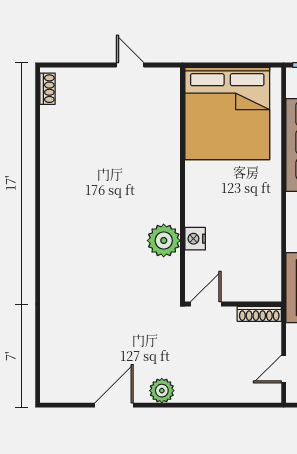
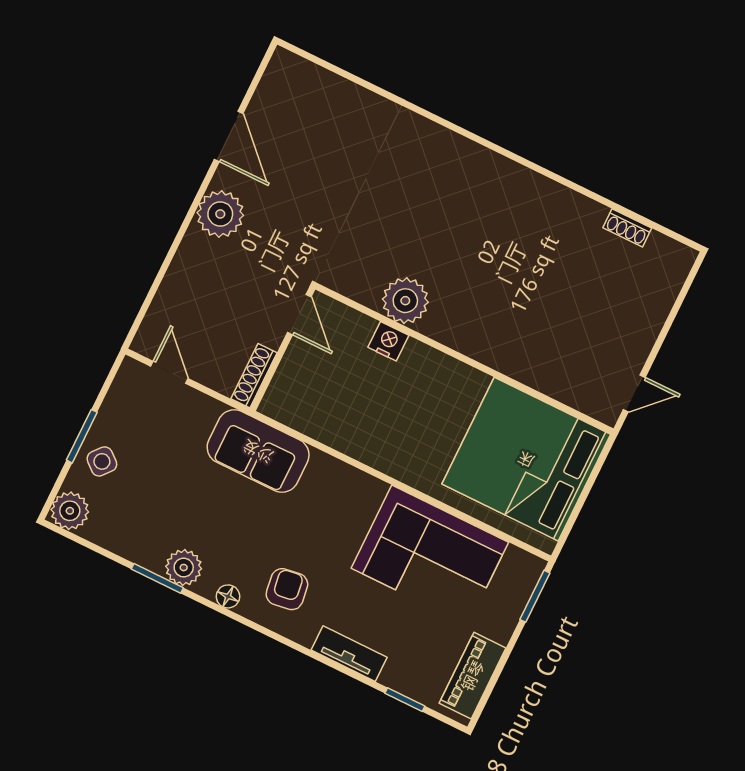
door: (130, 65) -> (634, 393), moved
shoe rack: (48, 89) -> (627, 228), moved
plant: (162, 391) -> (220, 214), width x1.36, depth x1.36

